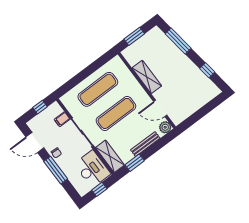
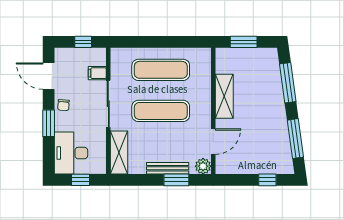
window: (207, 70) -> (295, 139), width x2.17
window: (209, 107) -> (267, 180), added
door: (160, 108) -> (213, 142), swing flipped
window: (135, 163) -> (176, 180), moved
desk: (92, 169) -> (71, 153), moved, turned 180
window: (56, 170) -> (49, 123), width x0.69

